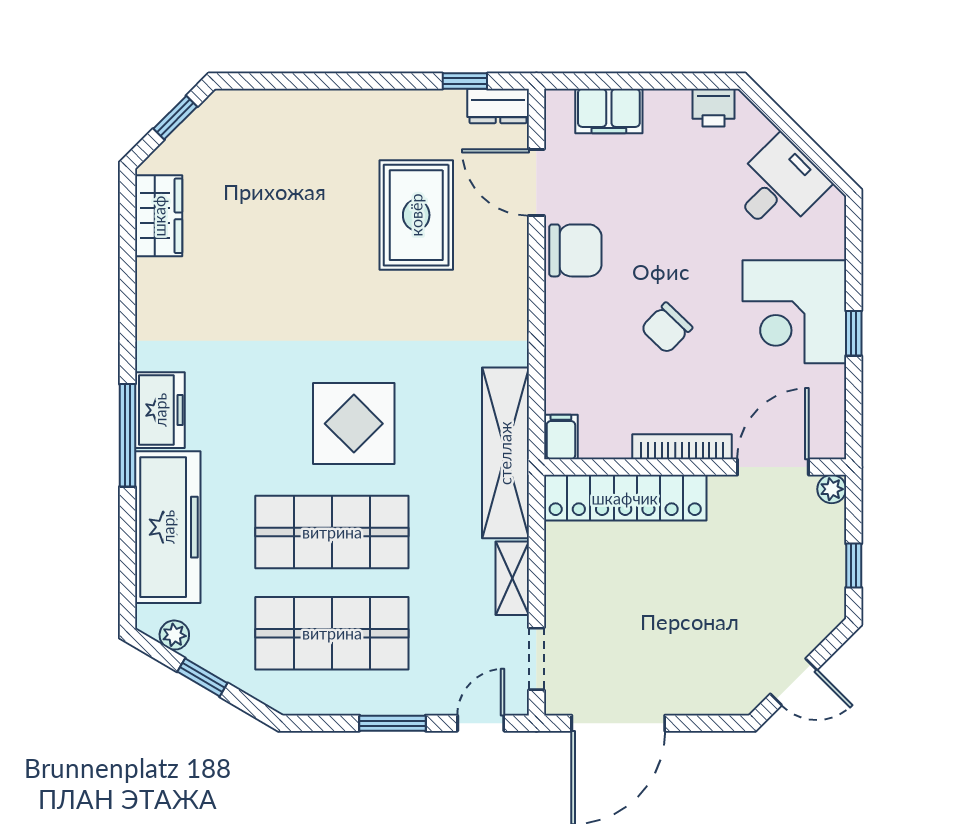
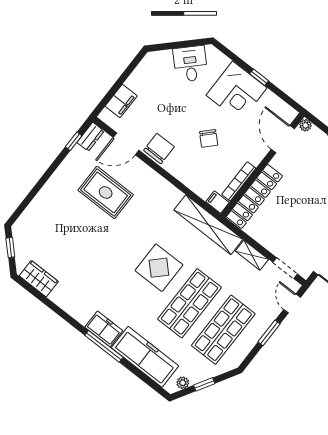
printer: (714, 108) -> (147, 65), removed
bookcase: (682, 447) -> (239, 181), moved

